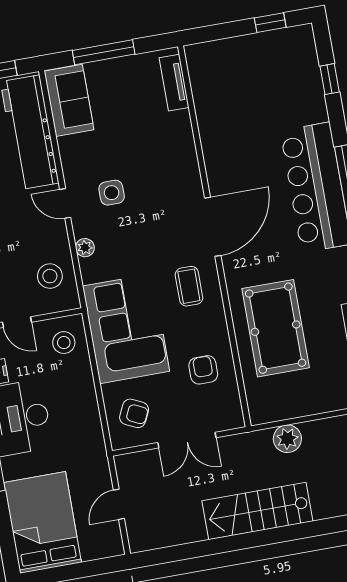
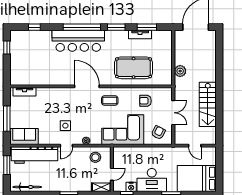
stool: (64, 343) -> (124, 156), removed
stairs: (257, 511) -> (208, 104), moved

